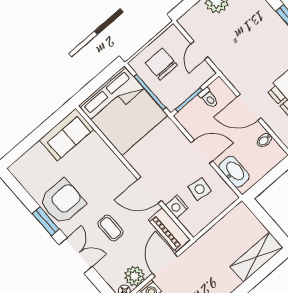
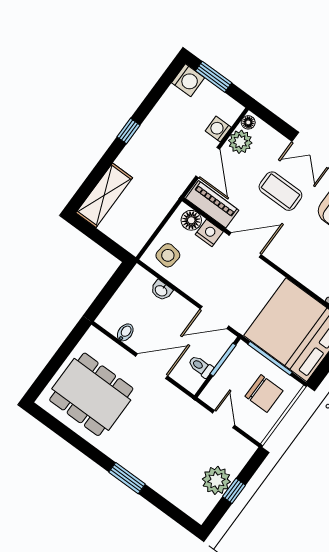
door: (202, 152) -> (214, 317), moved
washbasin: (234, 172) -> (161, 290), width x0.52, depth x0.69
side table: (200, 189) -> (168, 255), moved
floor lamp: (189, 220) -> (191, 220), added
coffee table: (110, 228) -> (280, 191), width x1.36, depth x1.30

